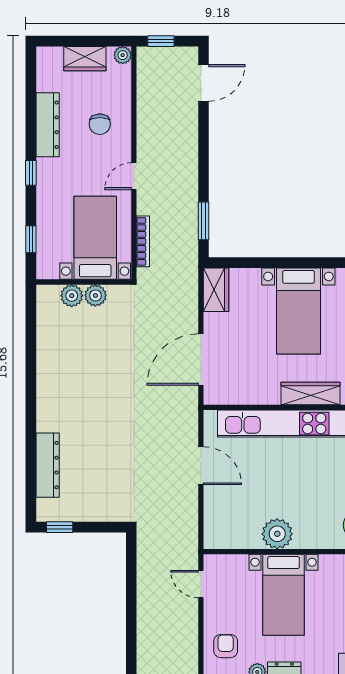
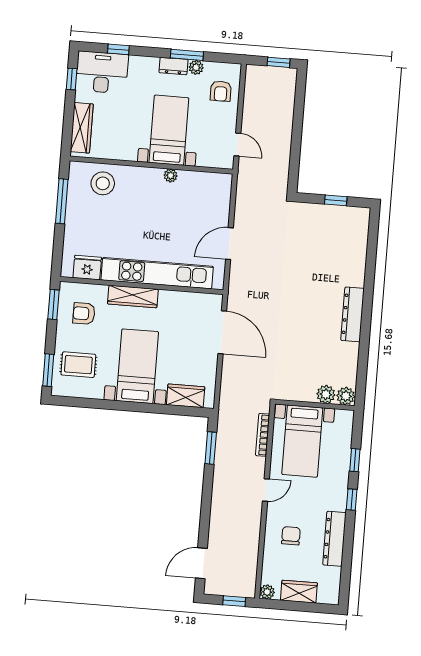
window: (31, 239) -> (355, 460), moved
wardrobe: (216, 290) -> (186, 396), moved, turned 90
plant: (95, 295) -> (346, 396), moved
door: (201, 360) -> (222, 332), hinge flipped
dresser: (48, 465) -> (353, 314), moved
door: (201, 466) -> (229, 244), hinge flipped
window: (60, 527) -> (336, 200), moved
plant: (277, 534) -> (171, 176), width x0.53, depth x0.53

